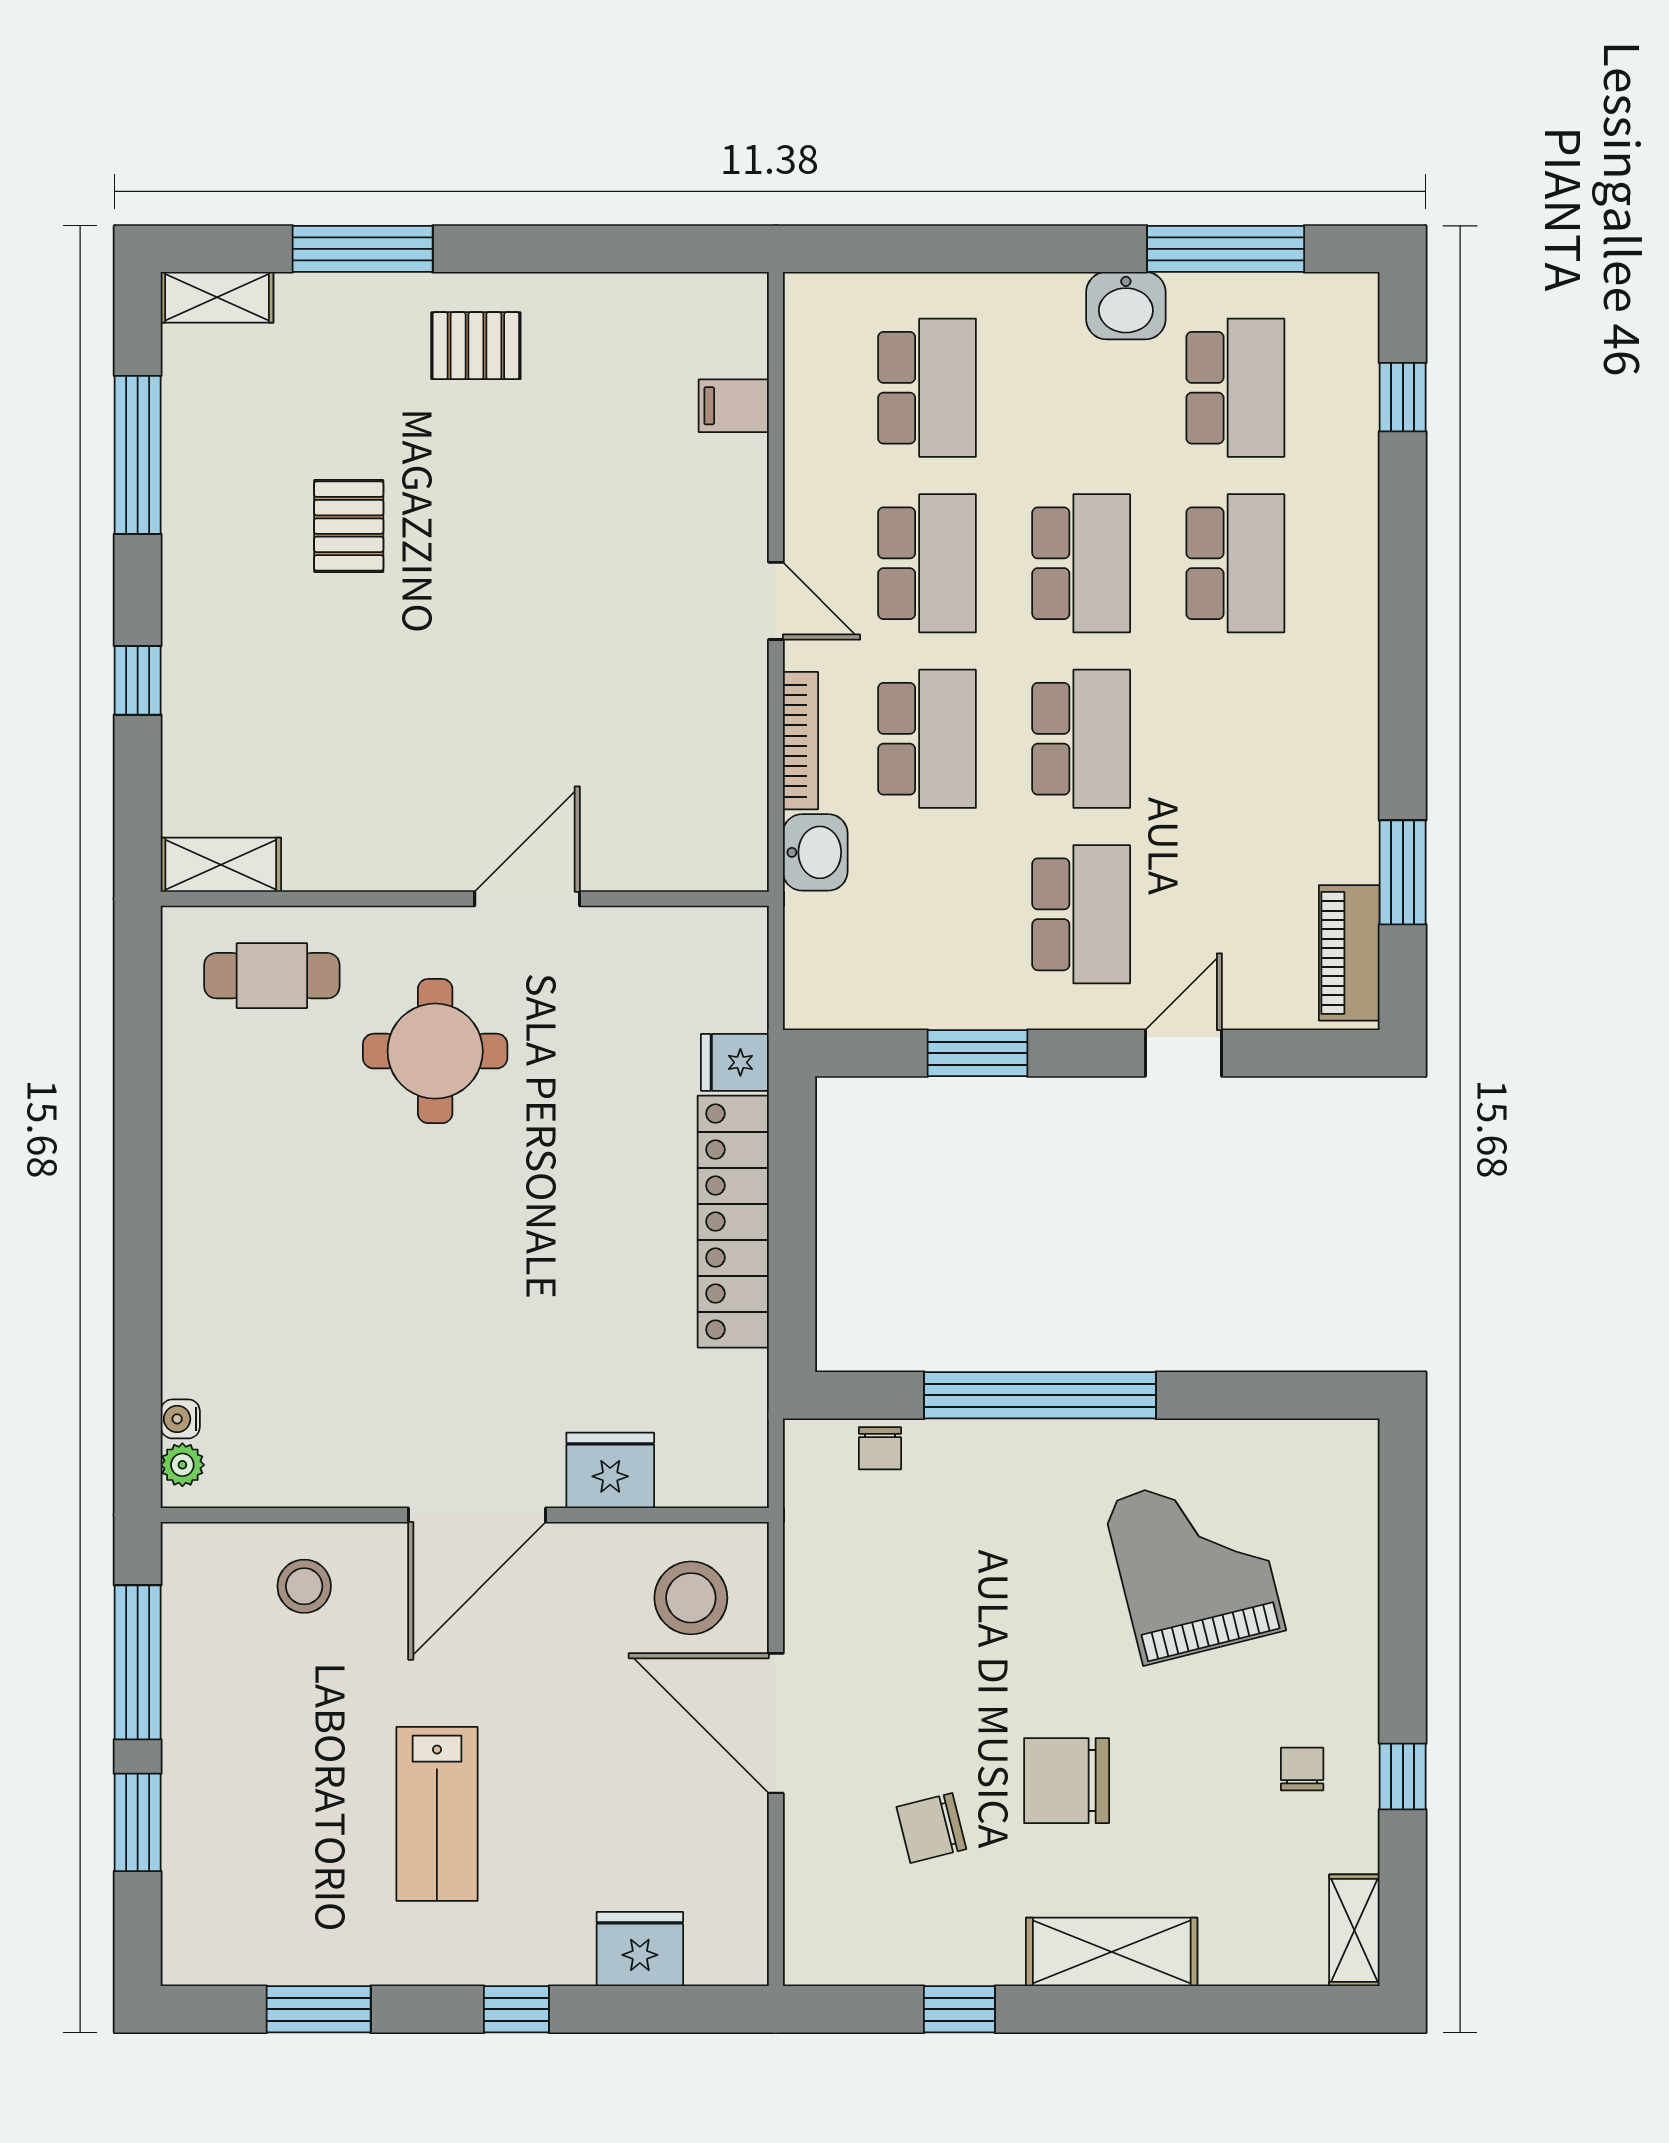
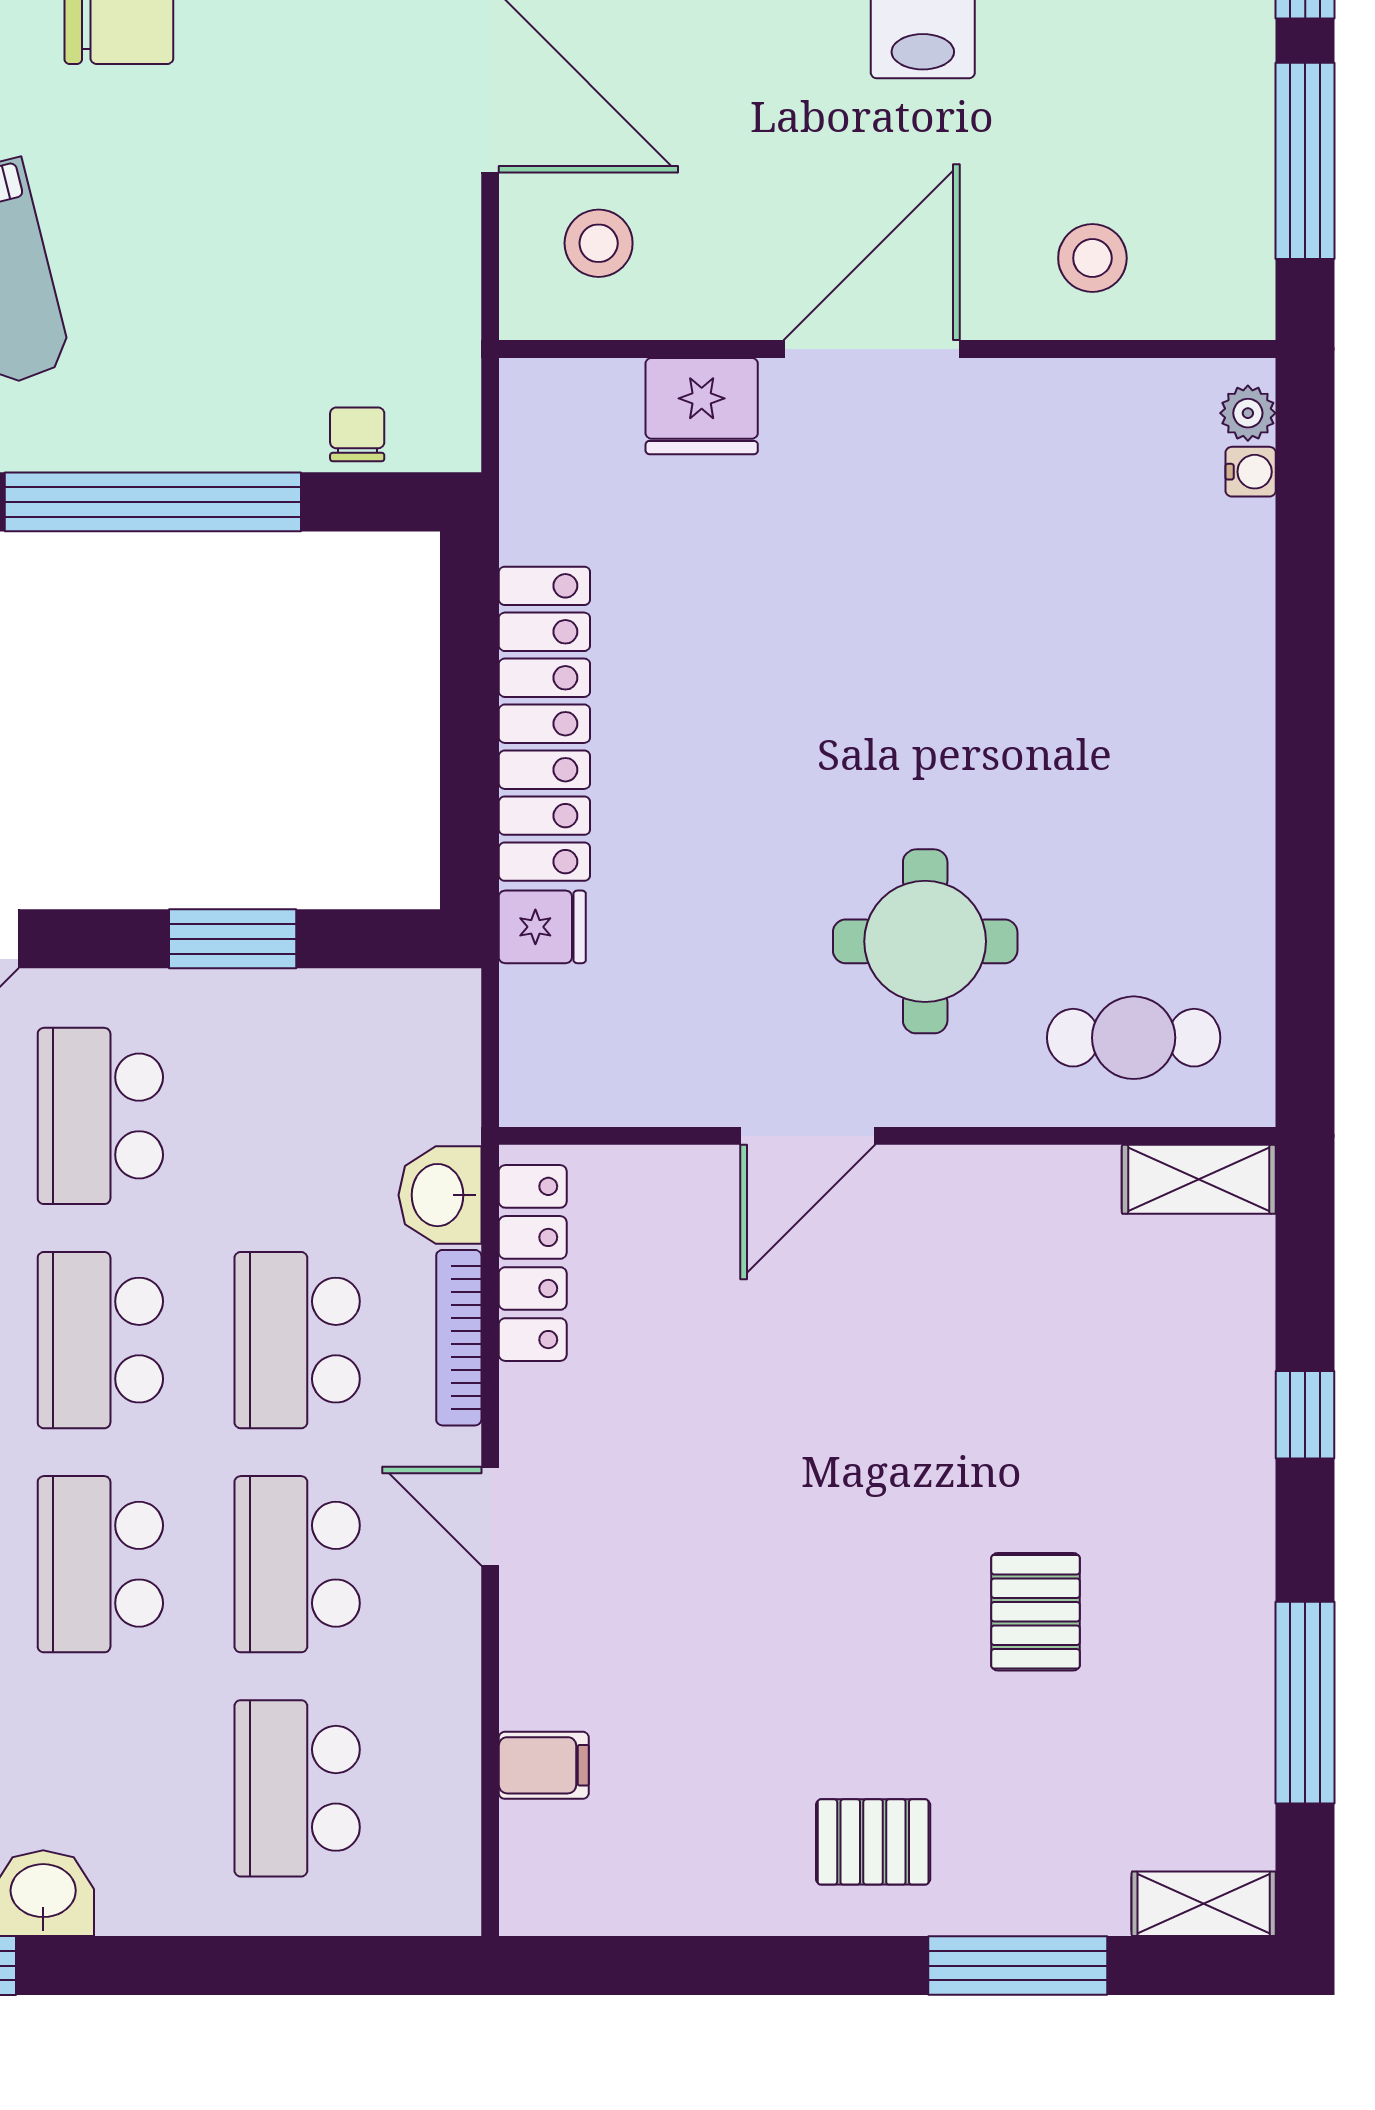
locker: (742, 799) -> (533, 1263), added
stool: (691, 1598) -> (599, 243), width x0.73, depth x0.73

